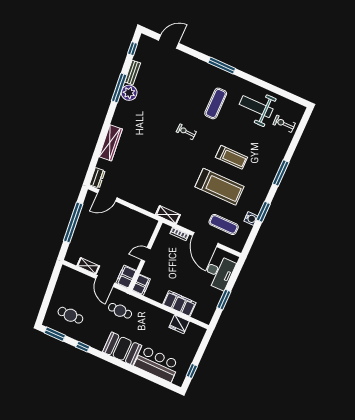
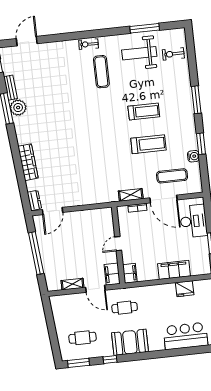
window: (222, 66) -> (145, 28), moved
exercise bike: (186, 132) -> (89, 44), moved
treadmill: (219, 187) -> (148, 144), width x0.73, depth x0.73
shelving: (168, 215) -> (131, 195), moved
booth: (122, 349) -> (130, 342), moved

